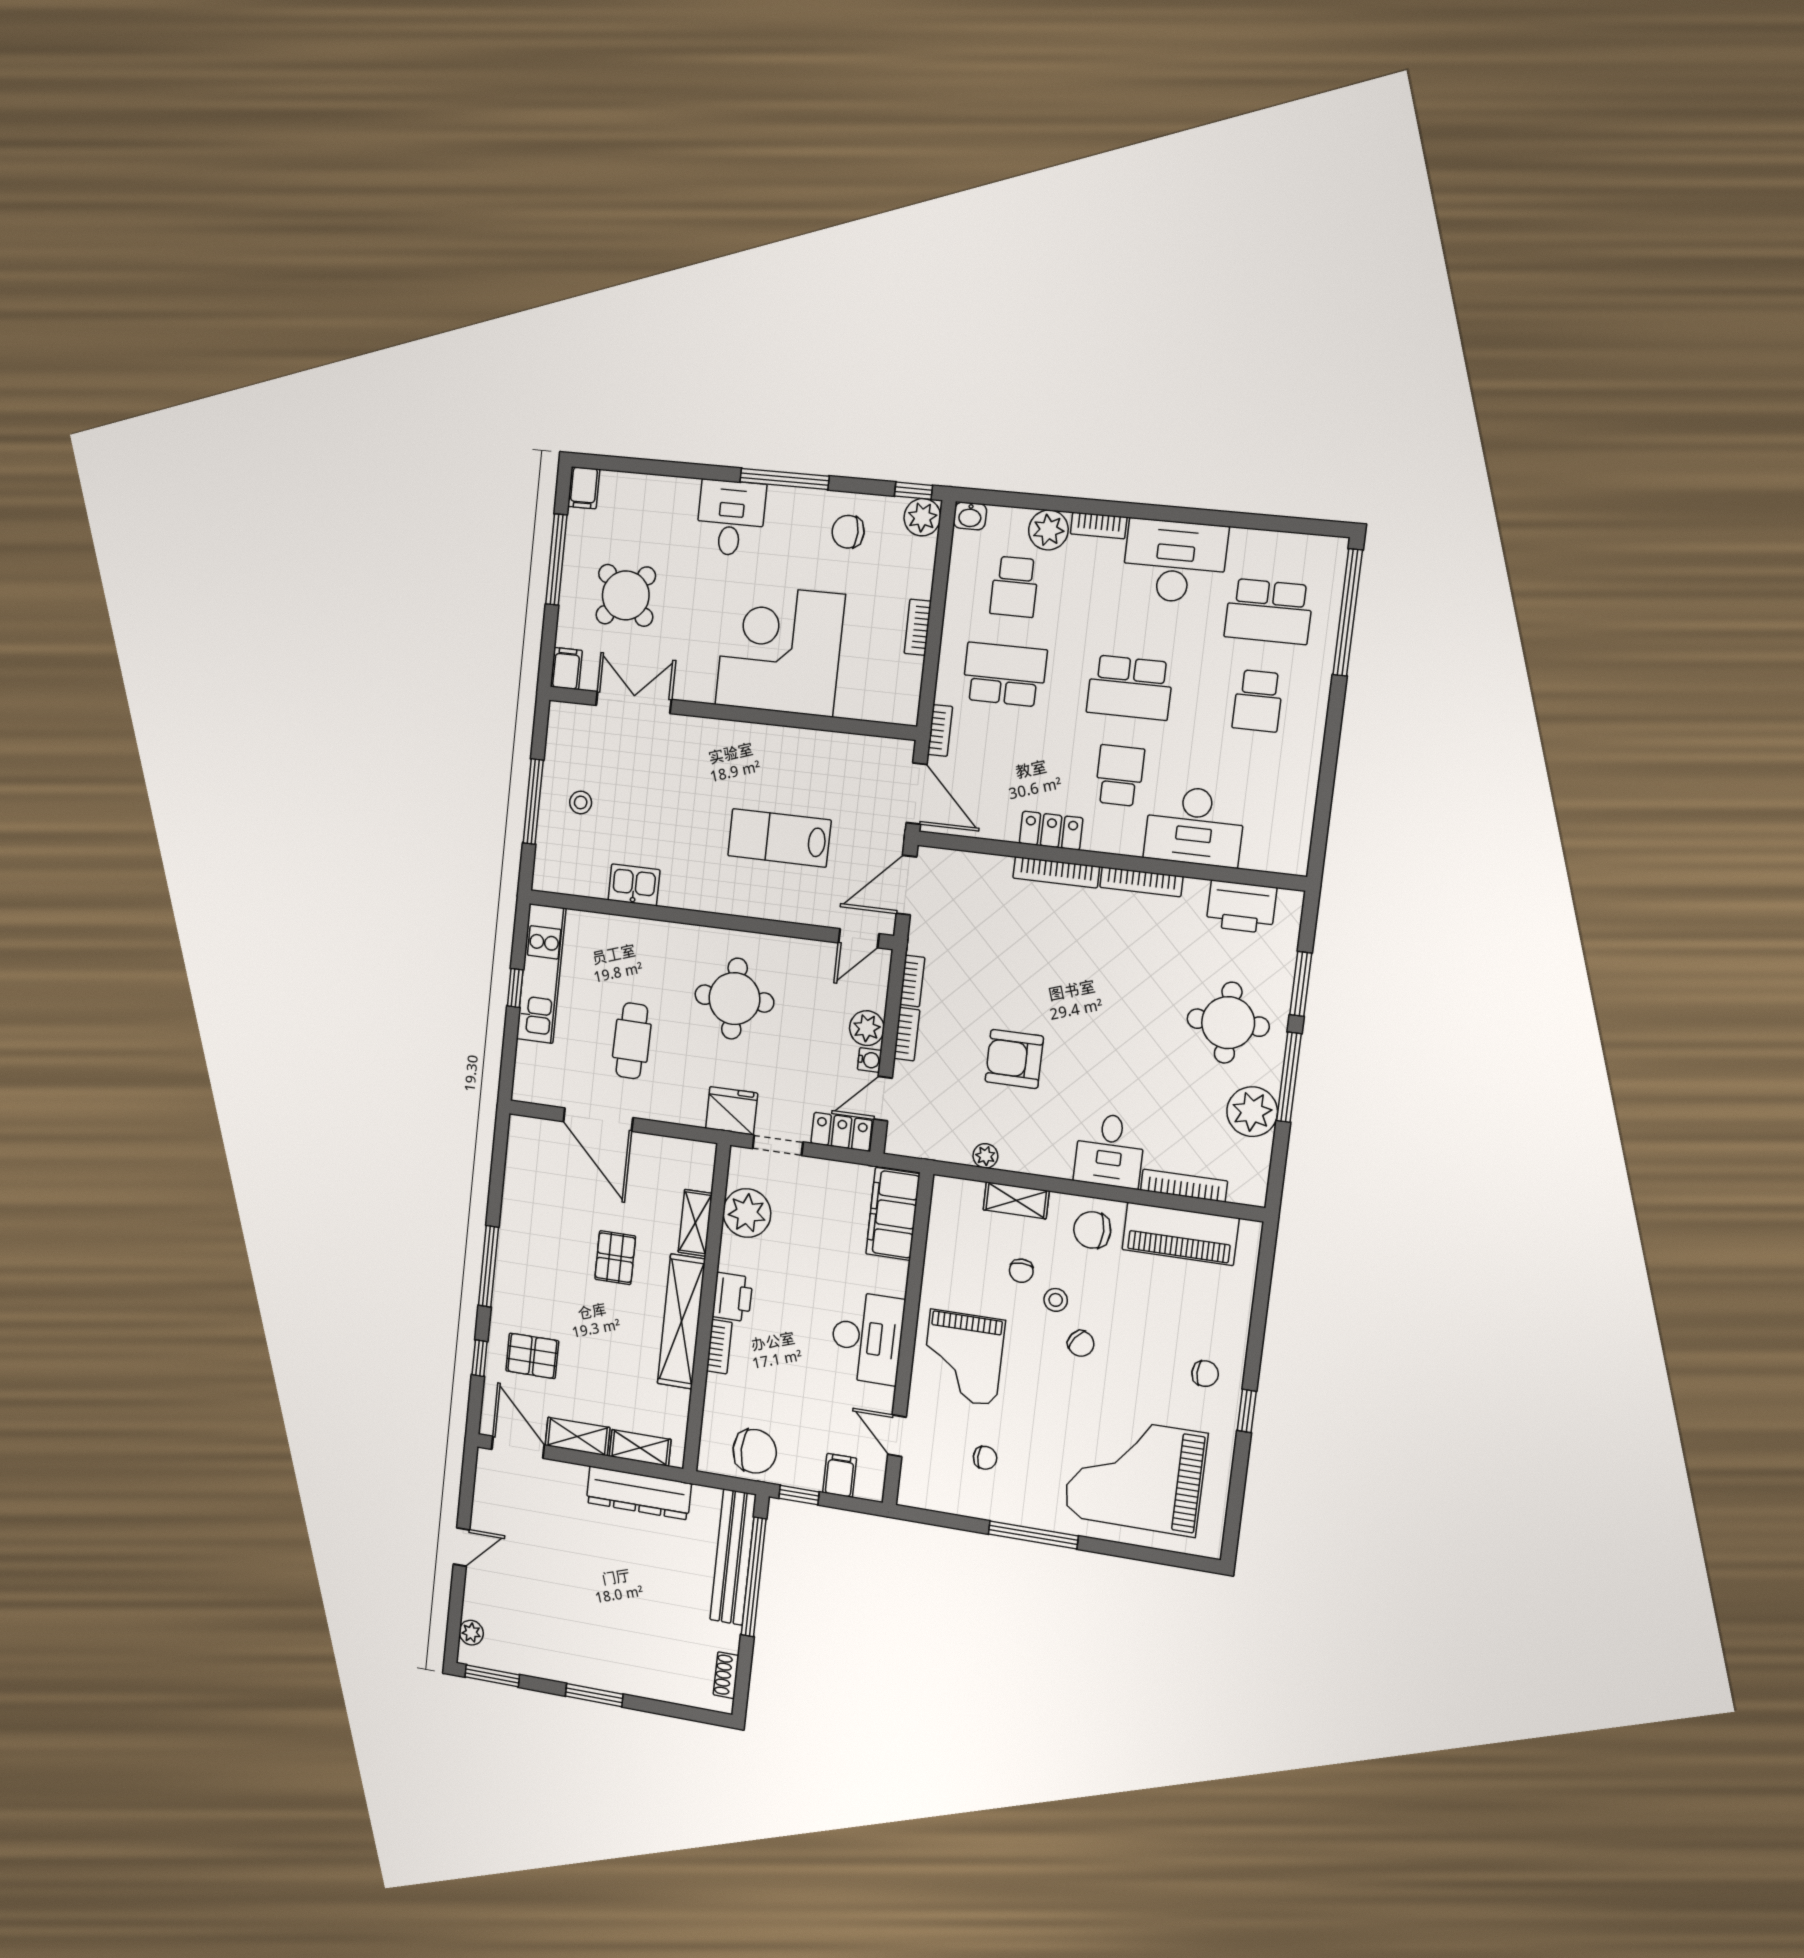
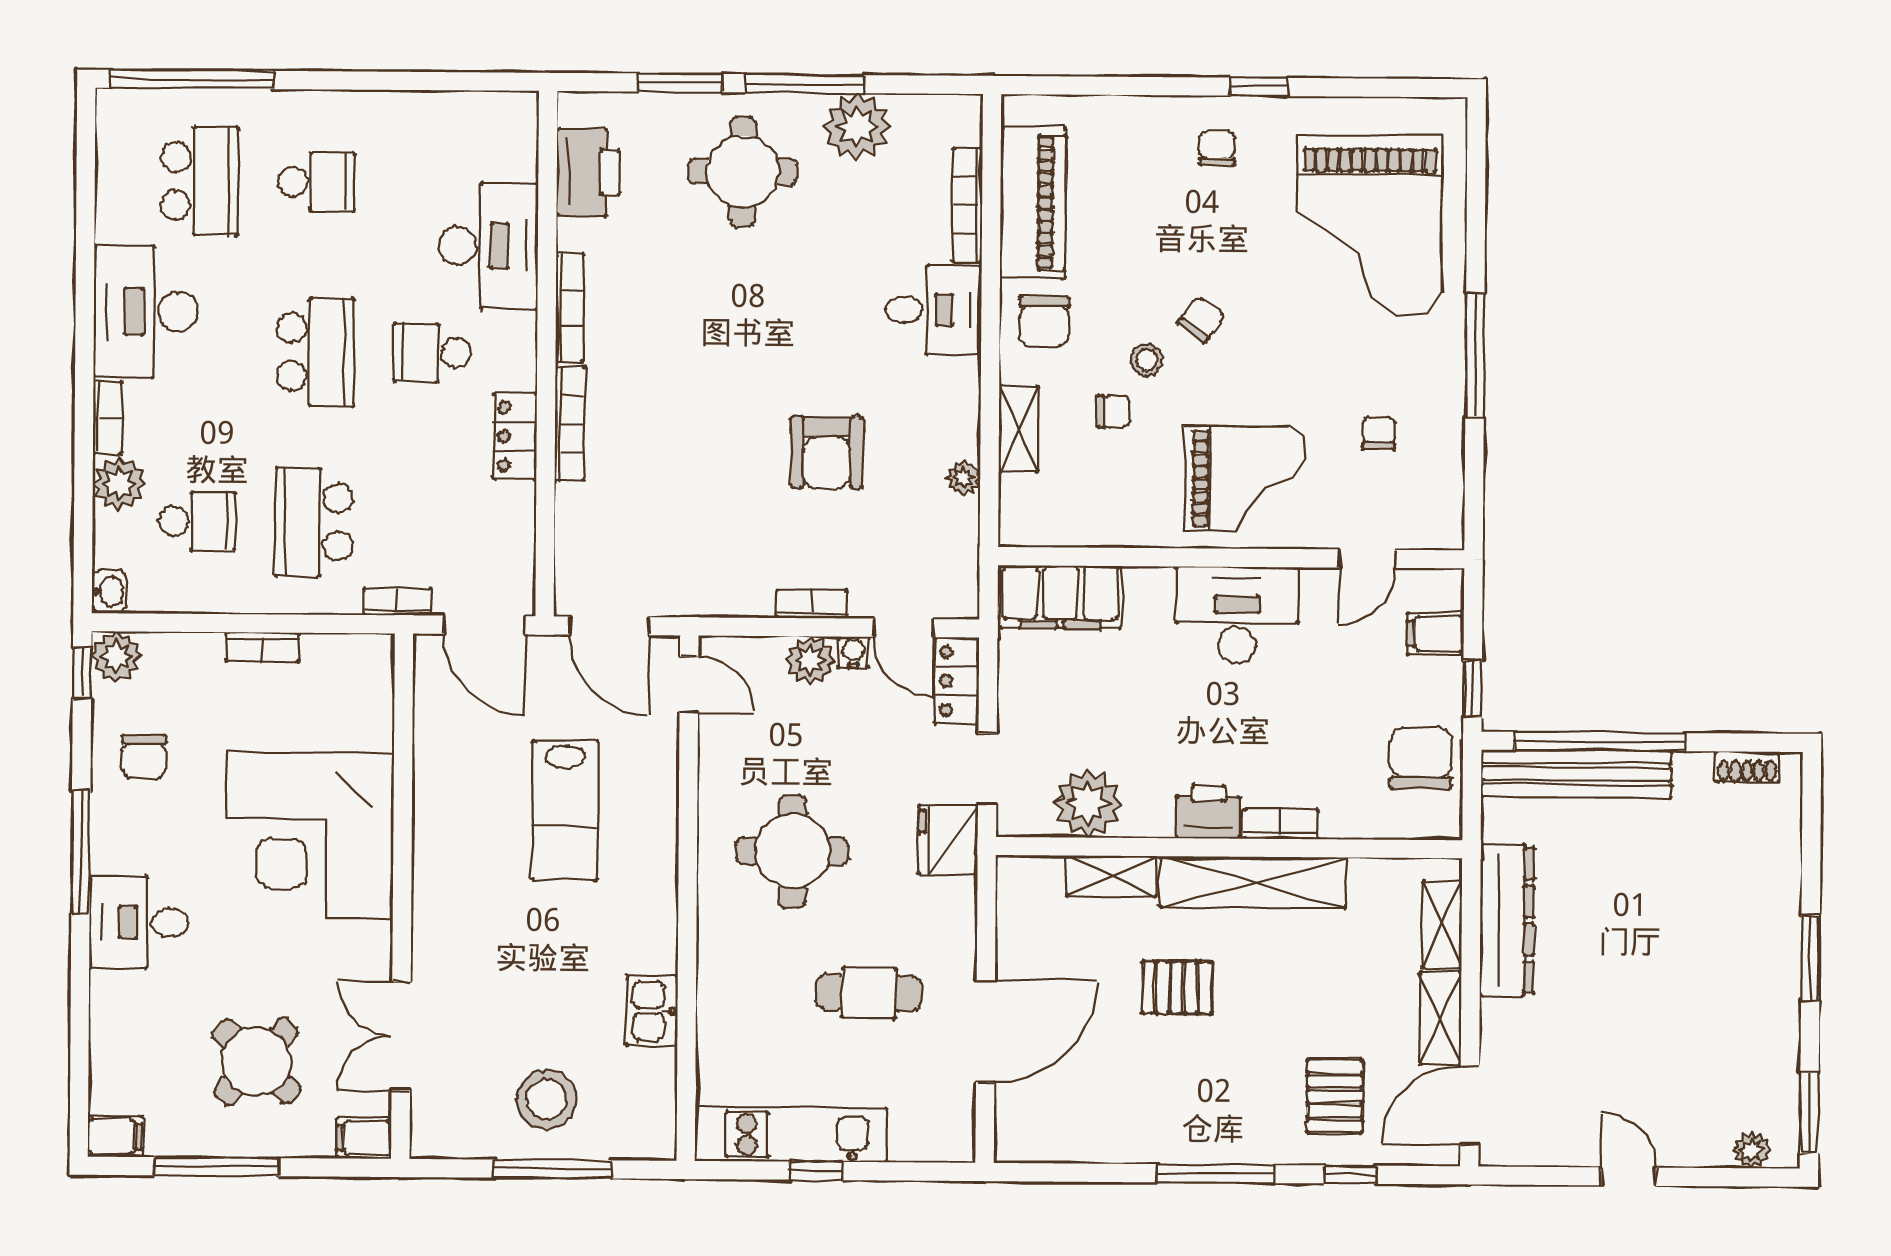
door: (917, 794) -> (485, 625), swing flipped
stool: (581, 802) -> (546, 1099), width x1.89, depth x1.89
bookcase: (912, 981) -> (738, 604), removed

